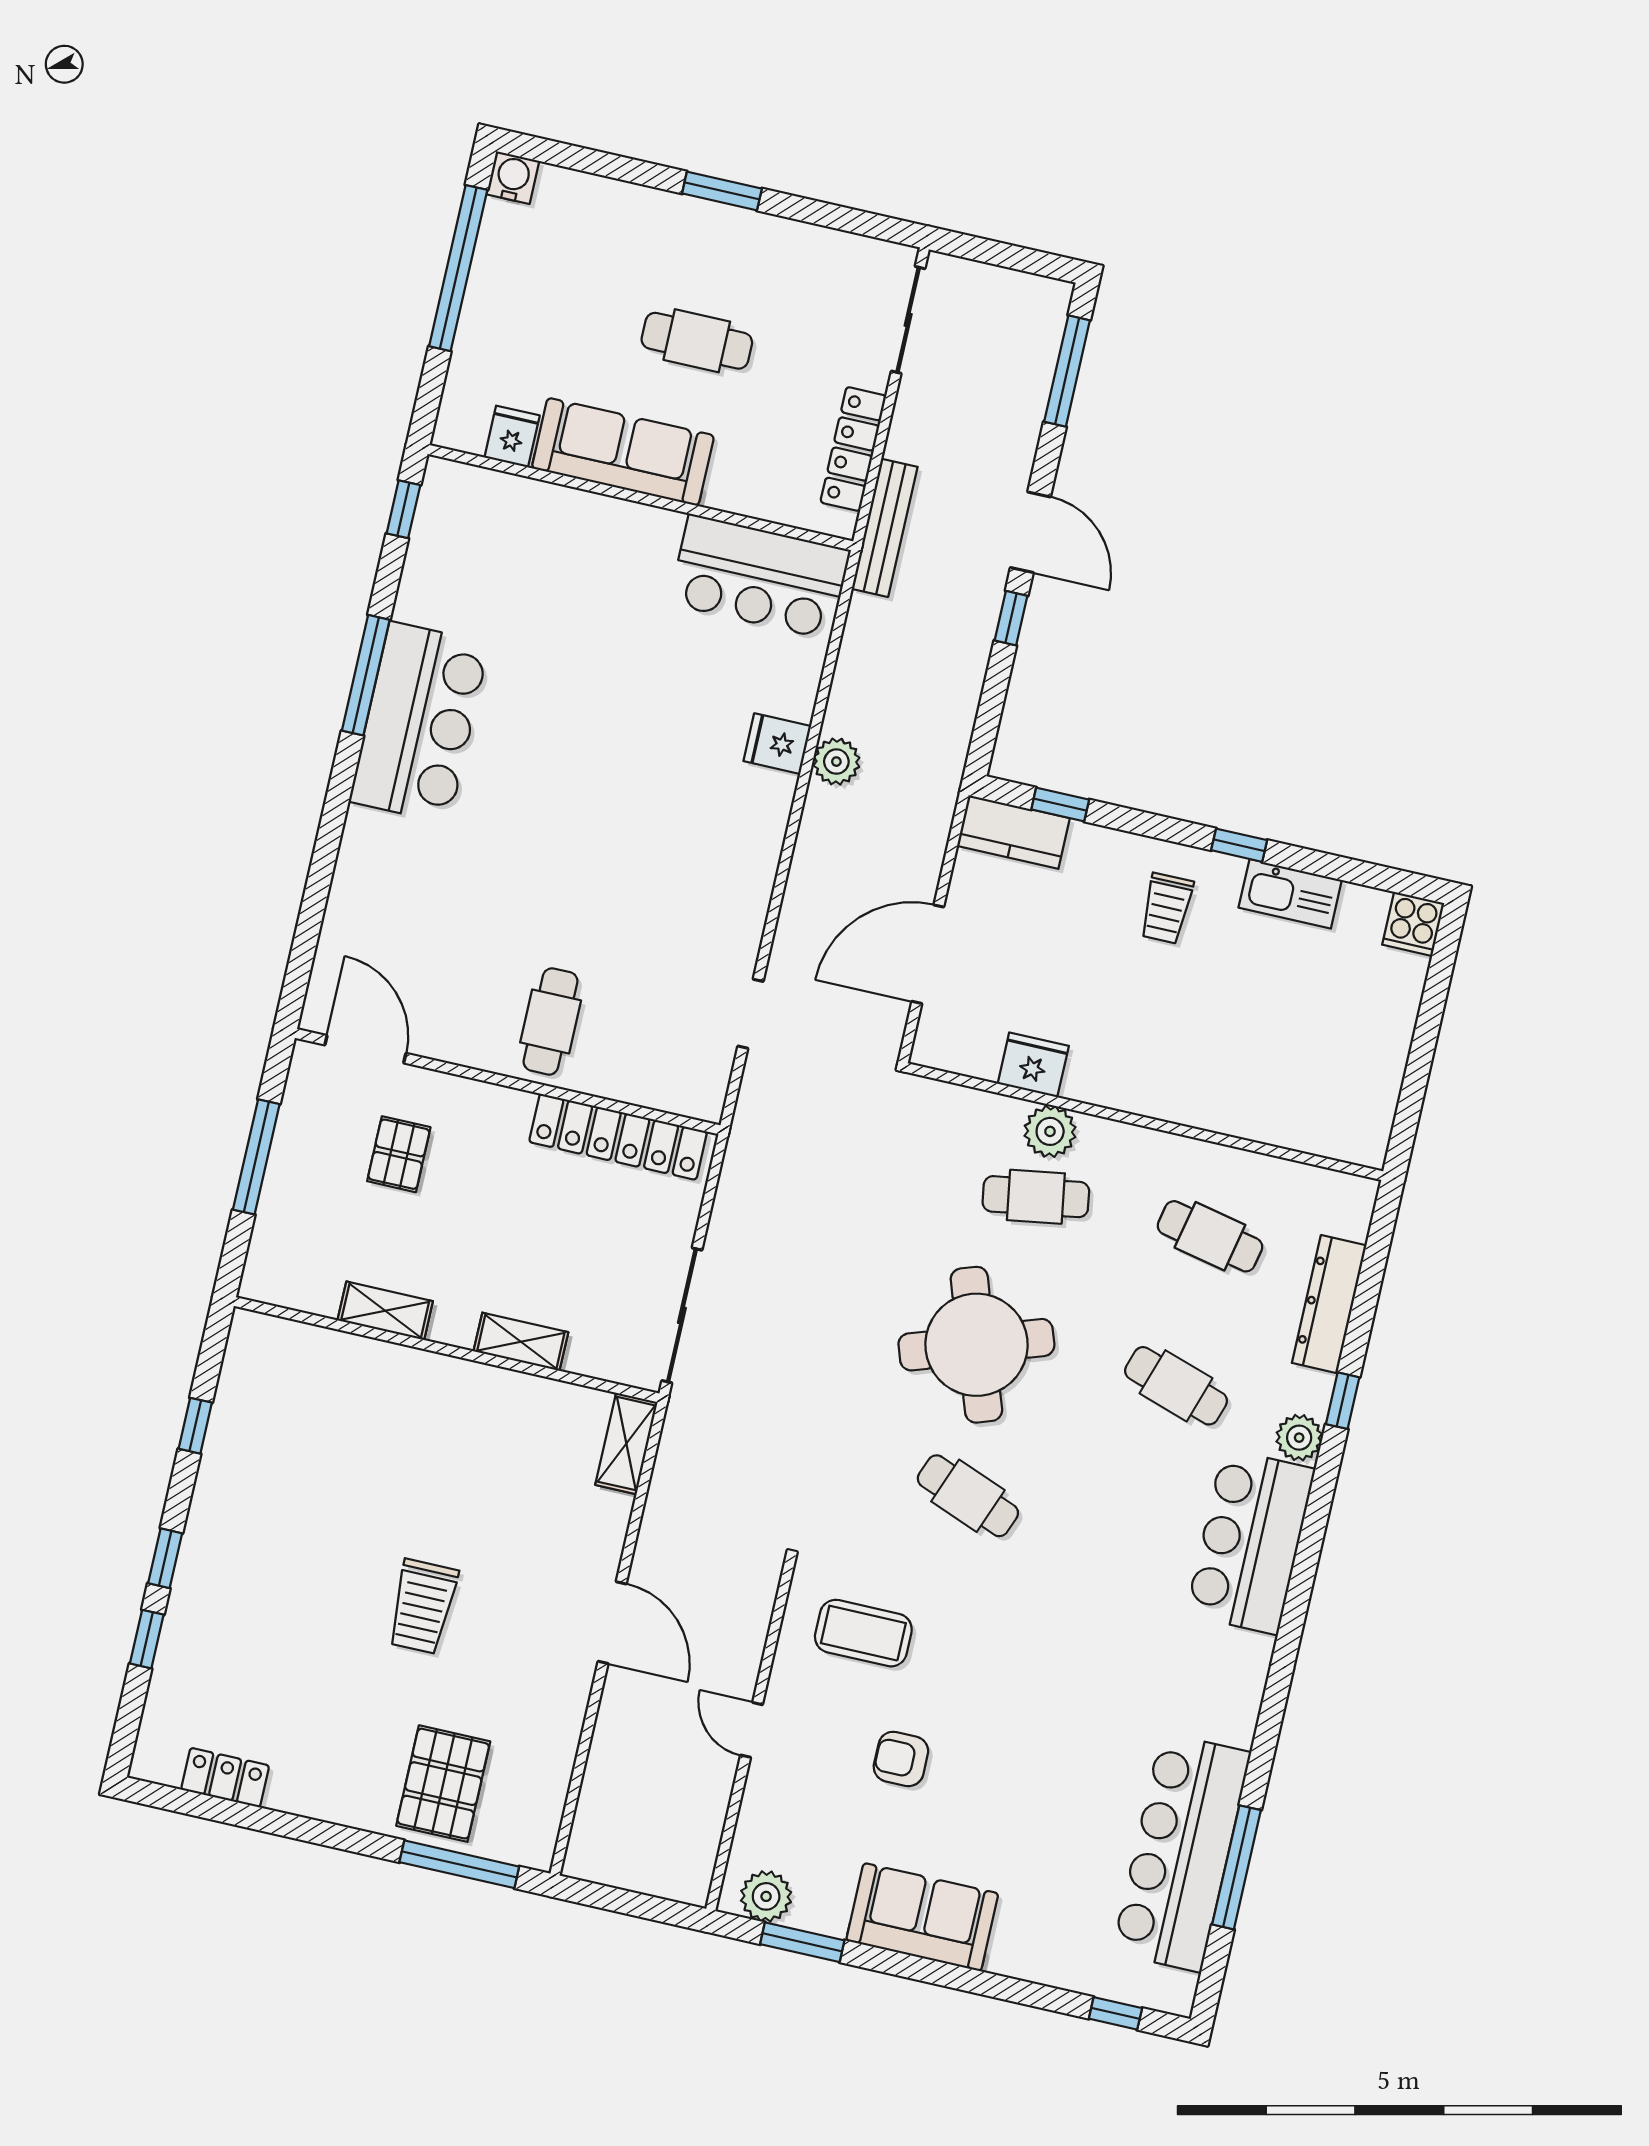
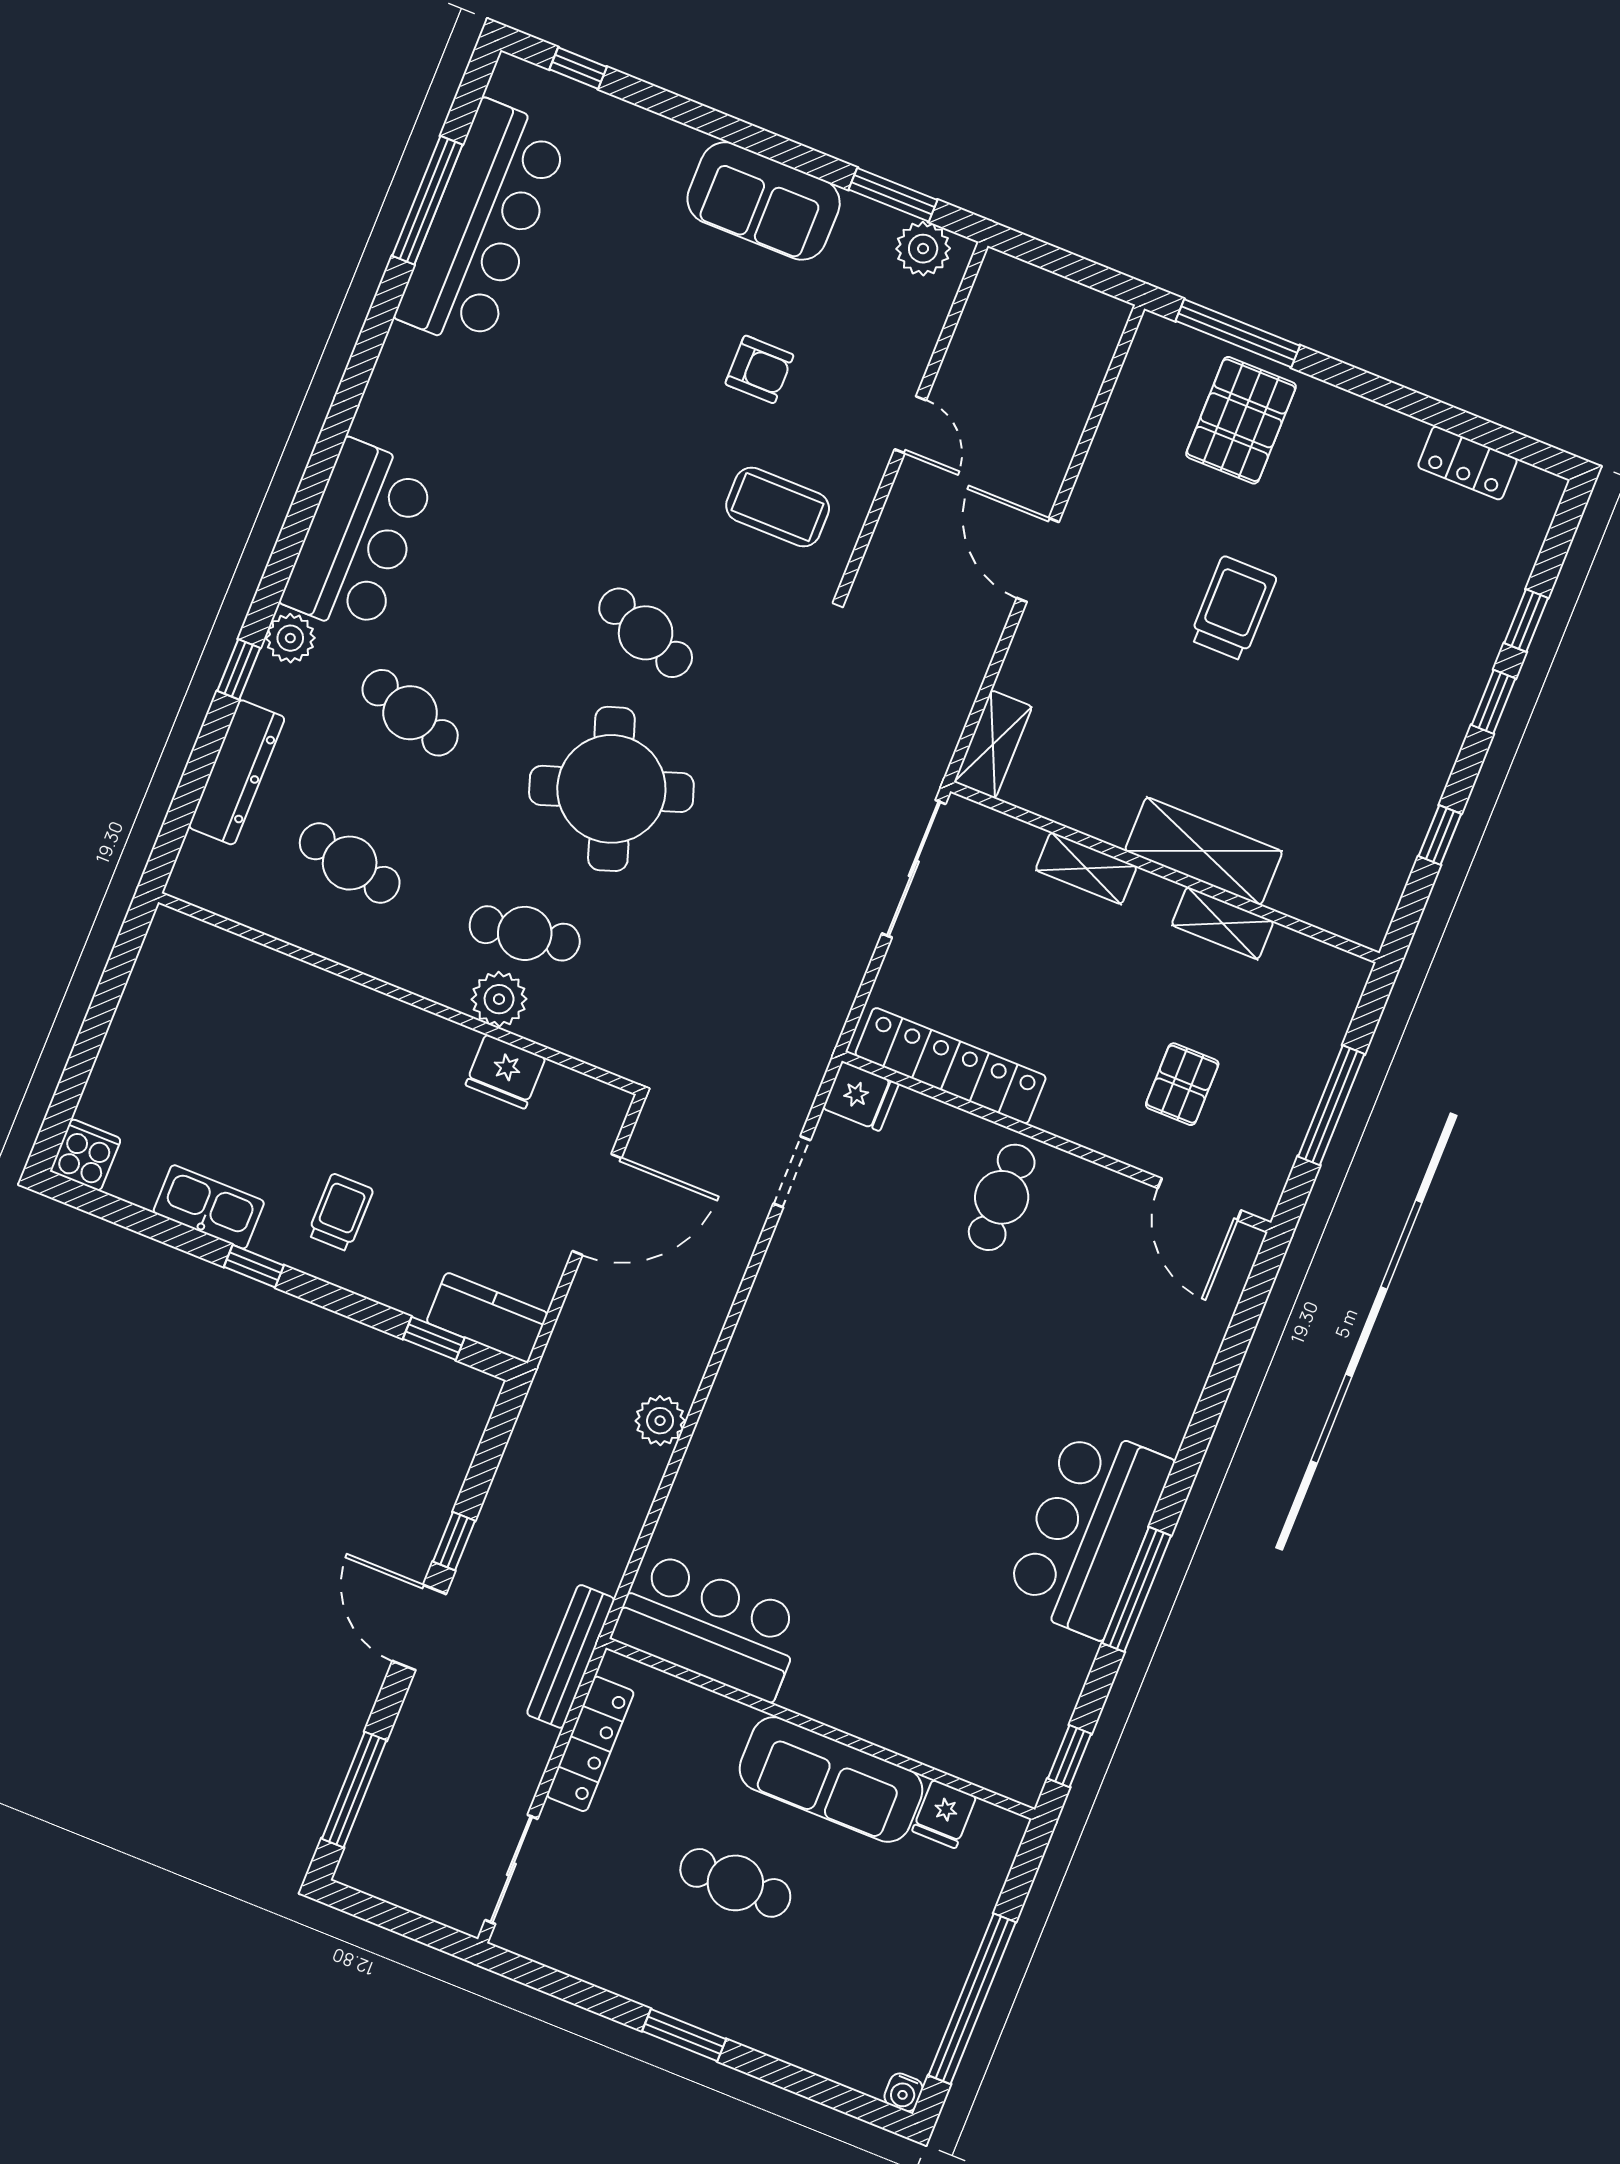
water cooler: (513, 178) -> (904, 2092), width x0.72, depth x0.72
fridge: (777, 744) -> (861, 1096), moved
shelving: (414, 1375) -> (1204, 851), added

